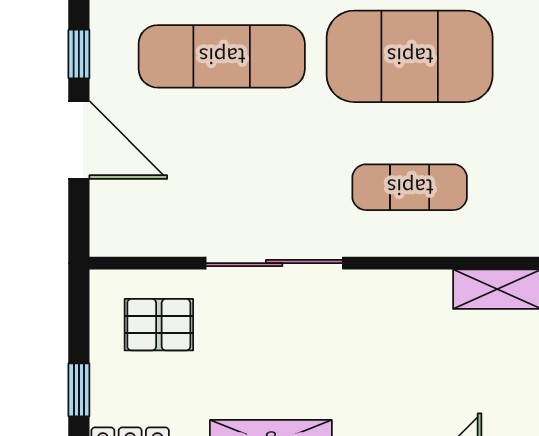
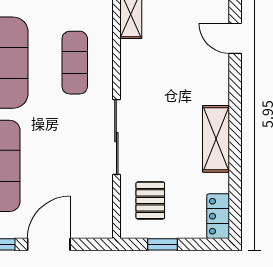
window: (79, 390) -> (163, 244), moved

